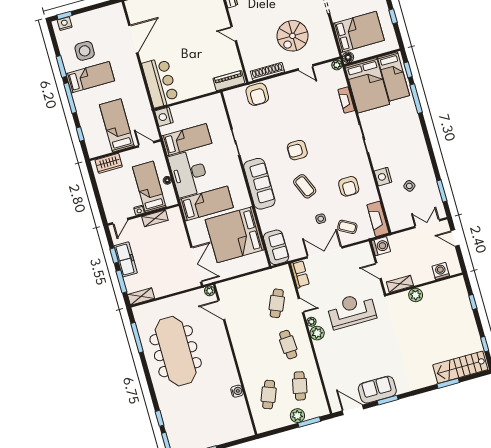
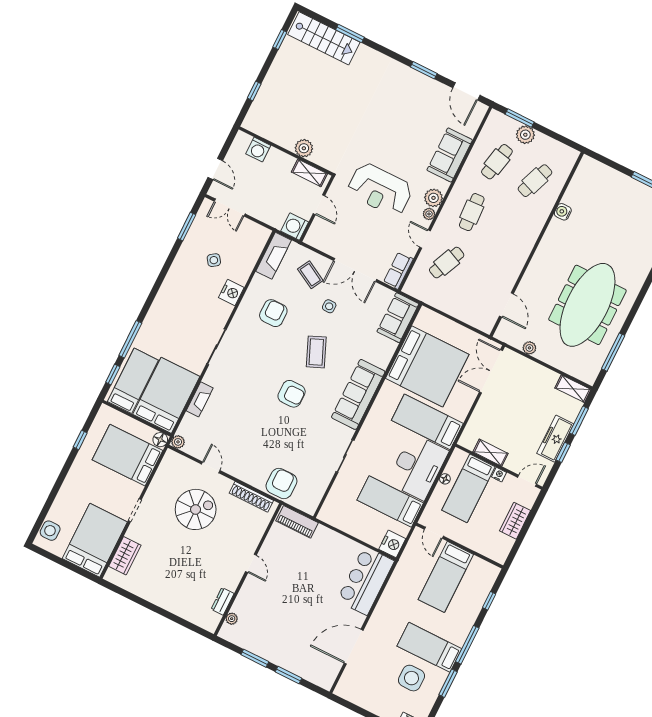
wardrobe: (109, 163) -> (515, 521), moved, turned -90
plant: (210, 291) -> (529, 348), moved
sofa: (377, 390) -> (450, 155), moved, turned 90

